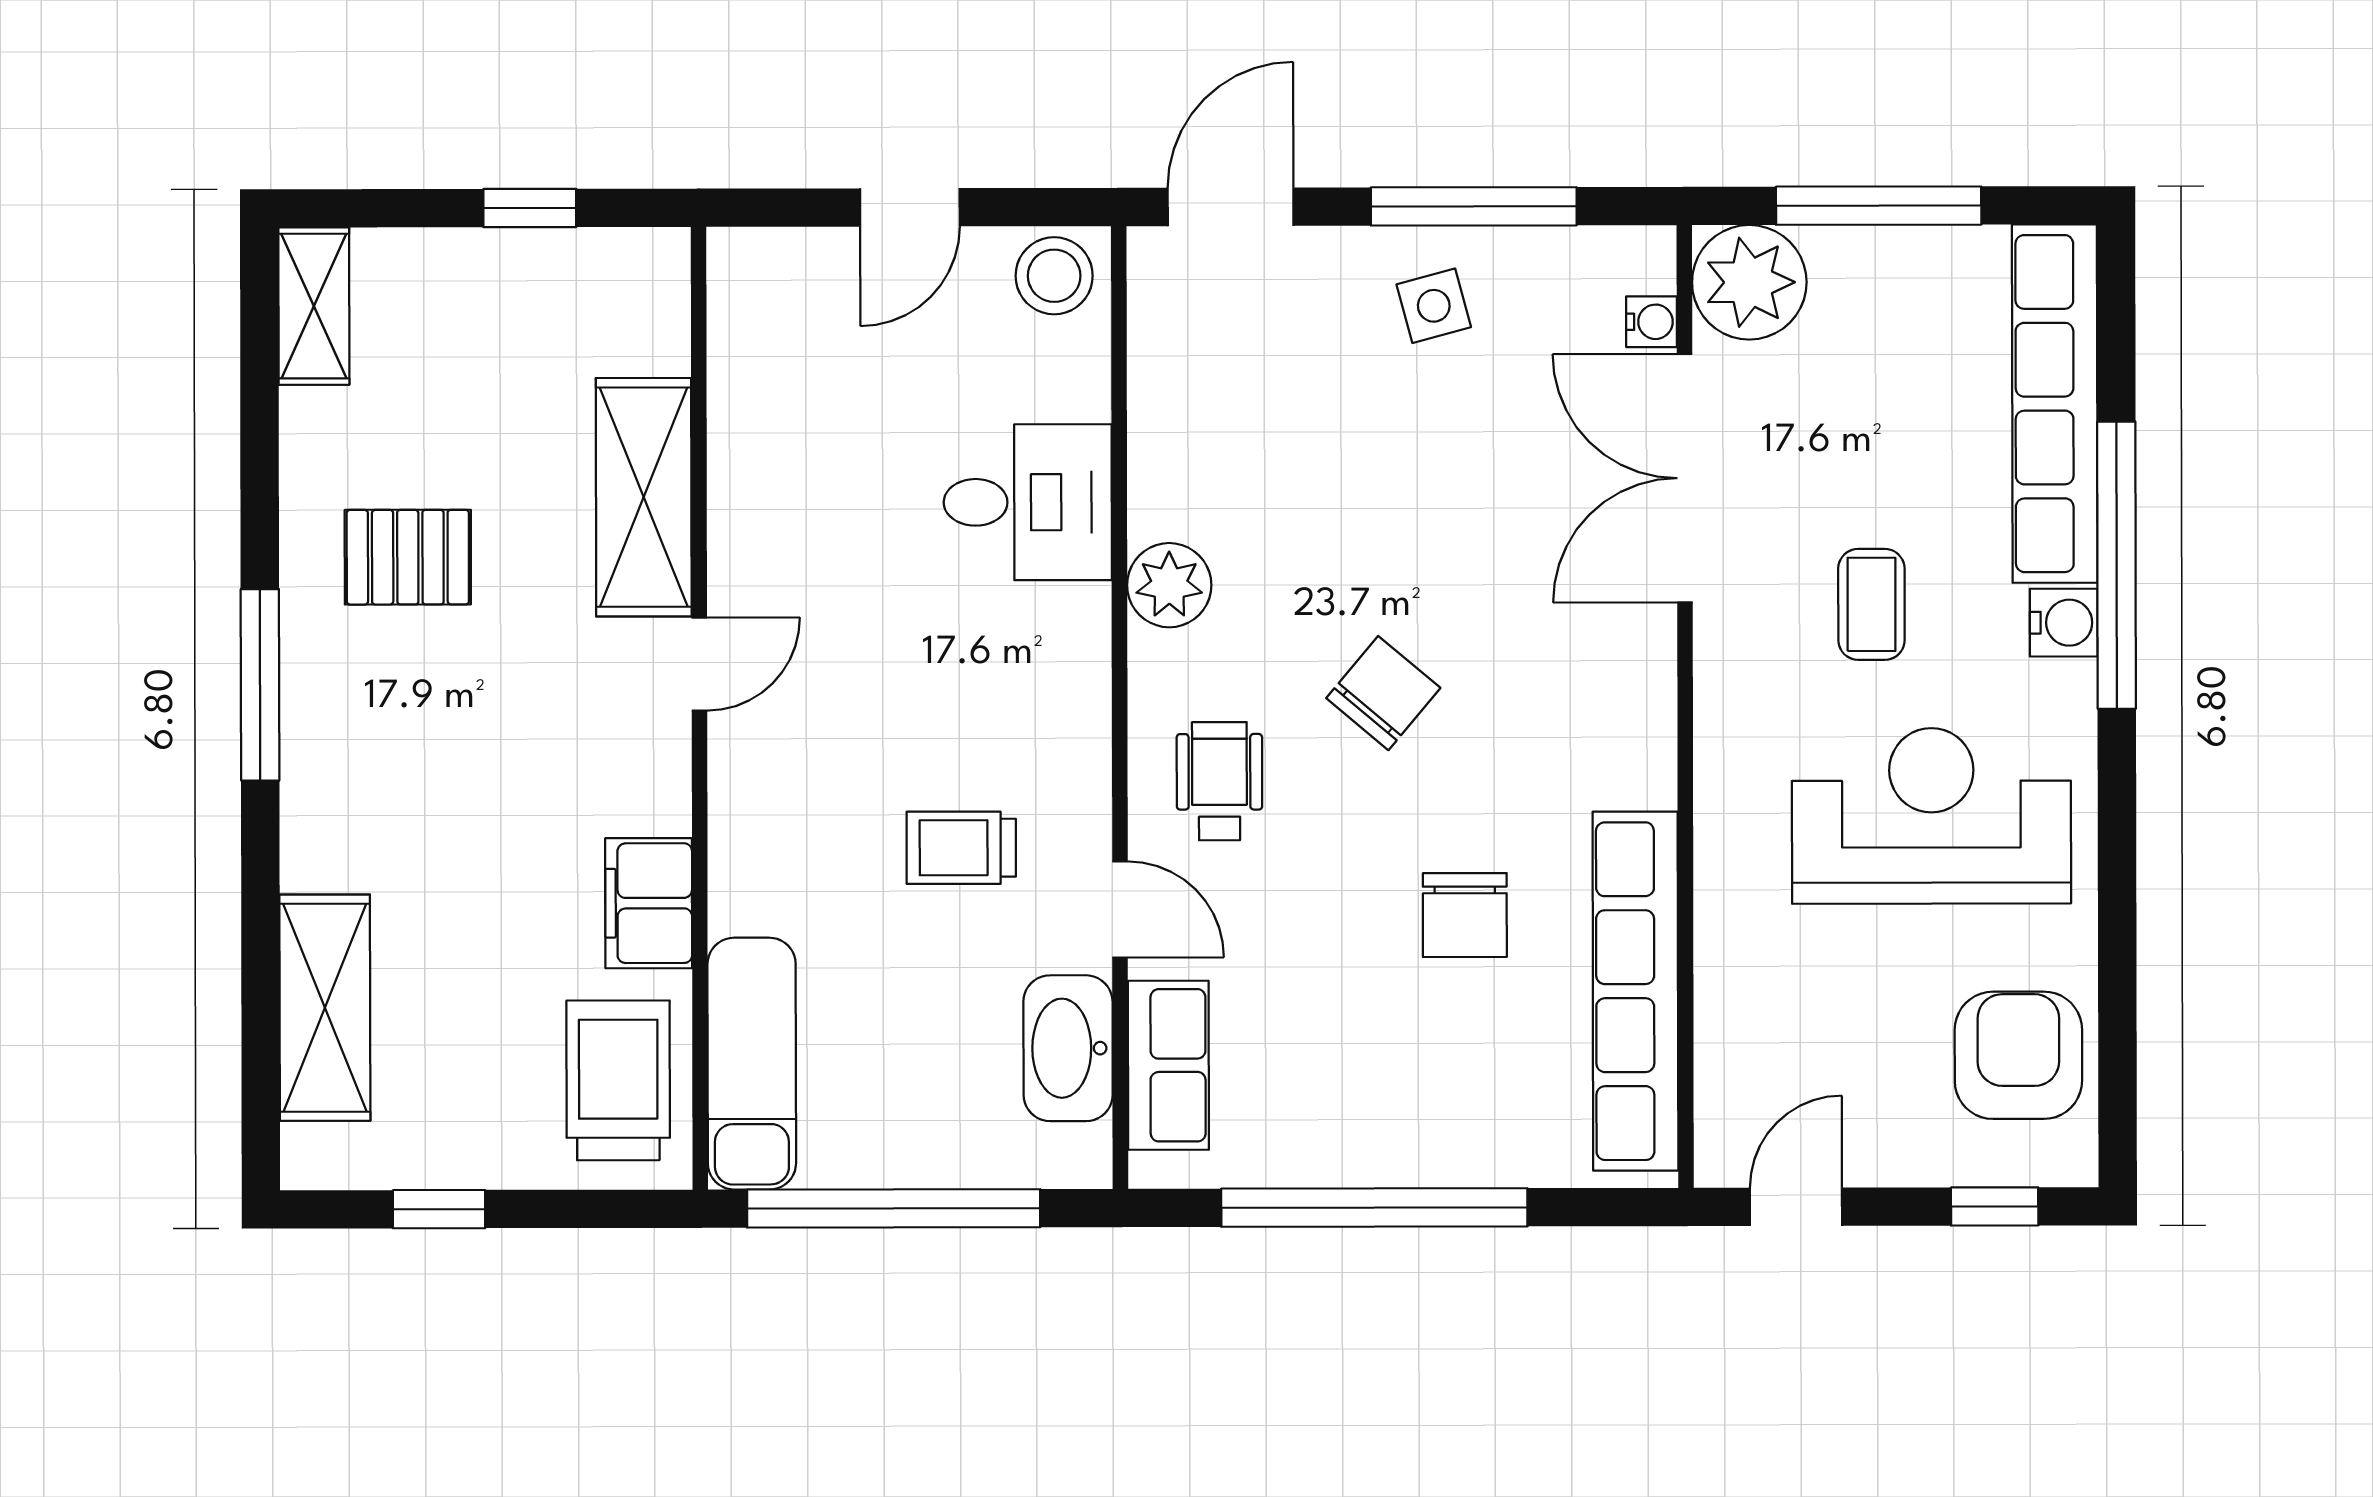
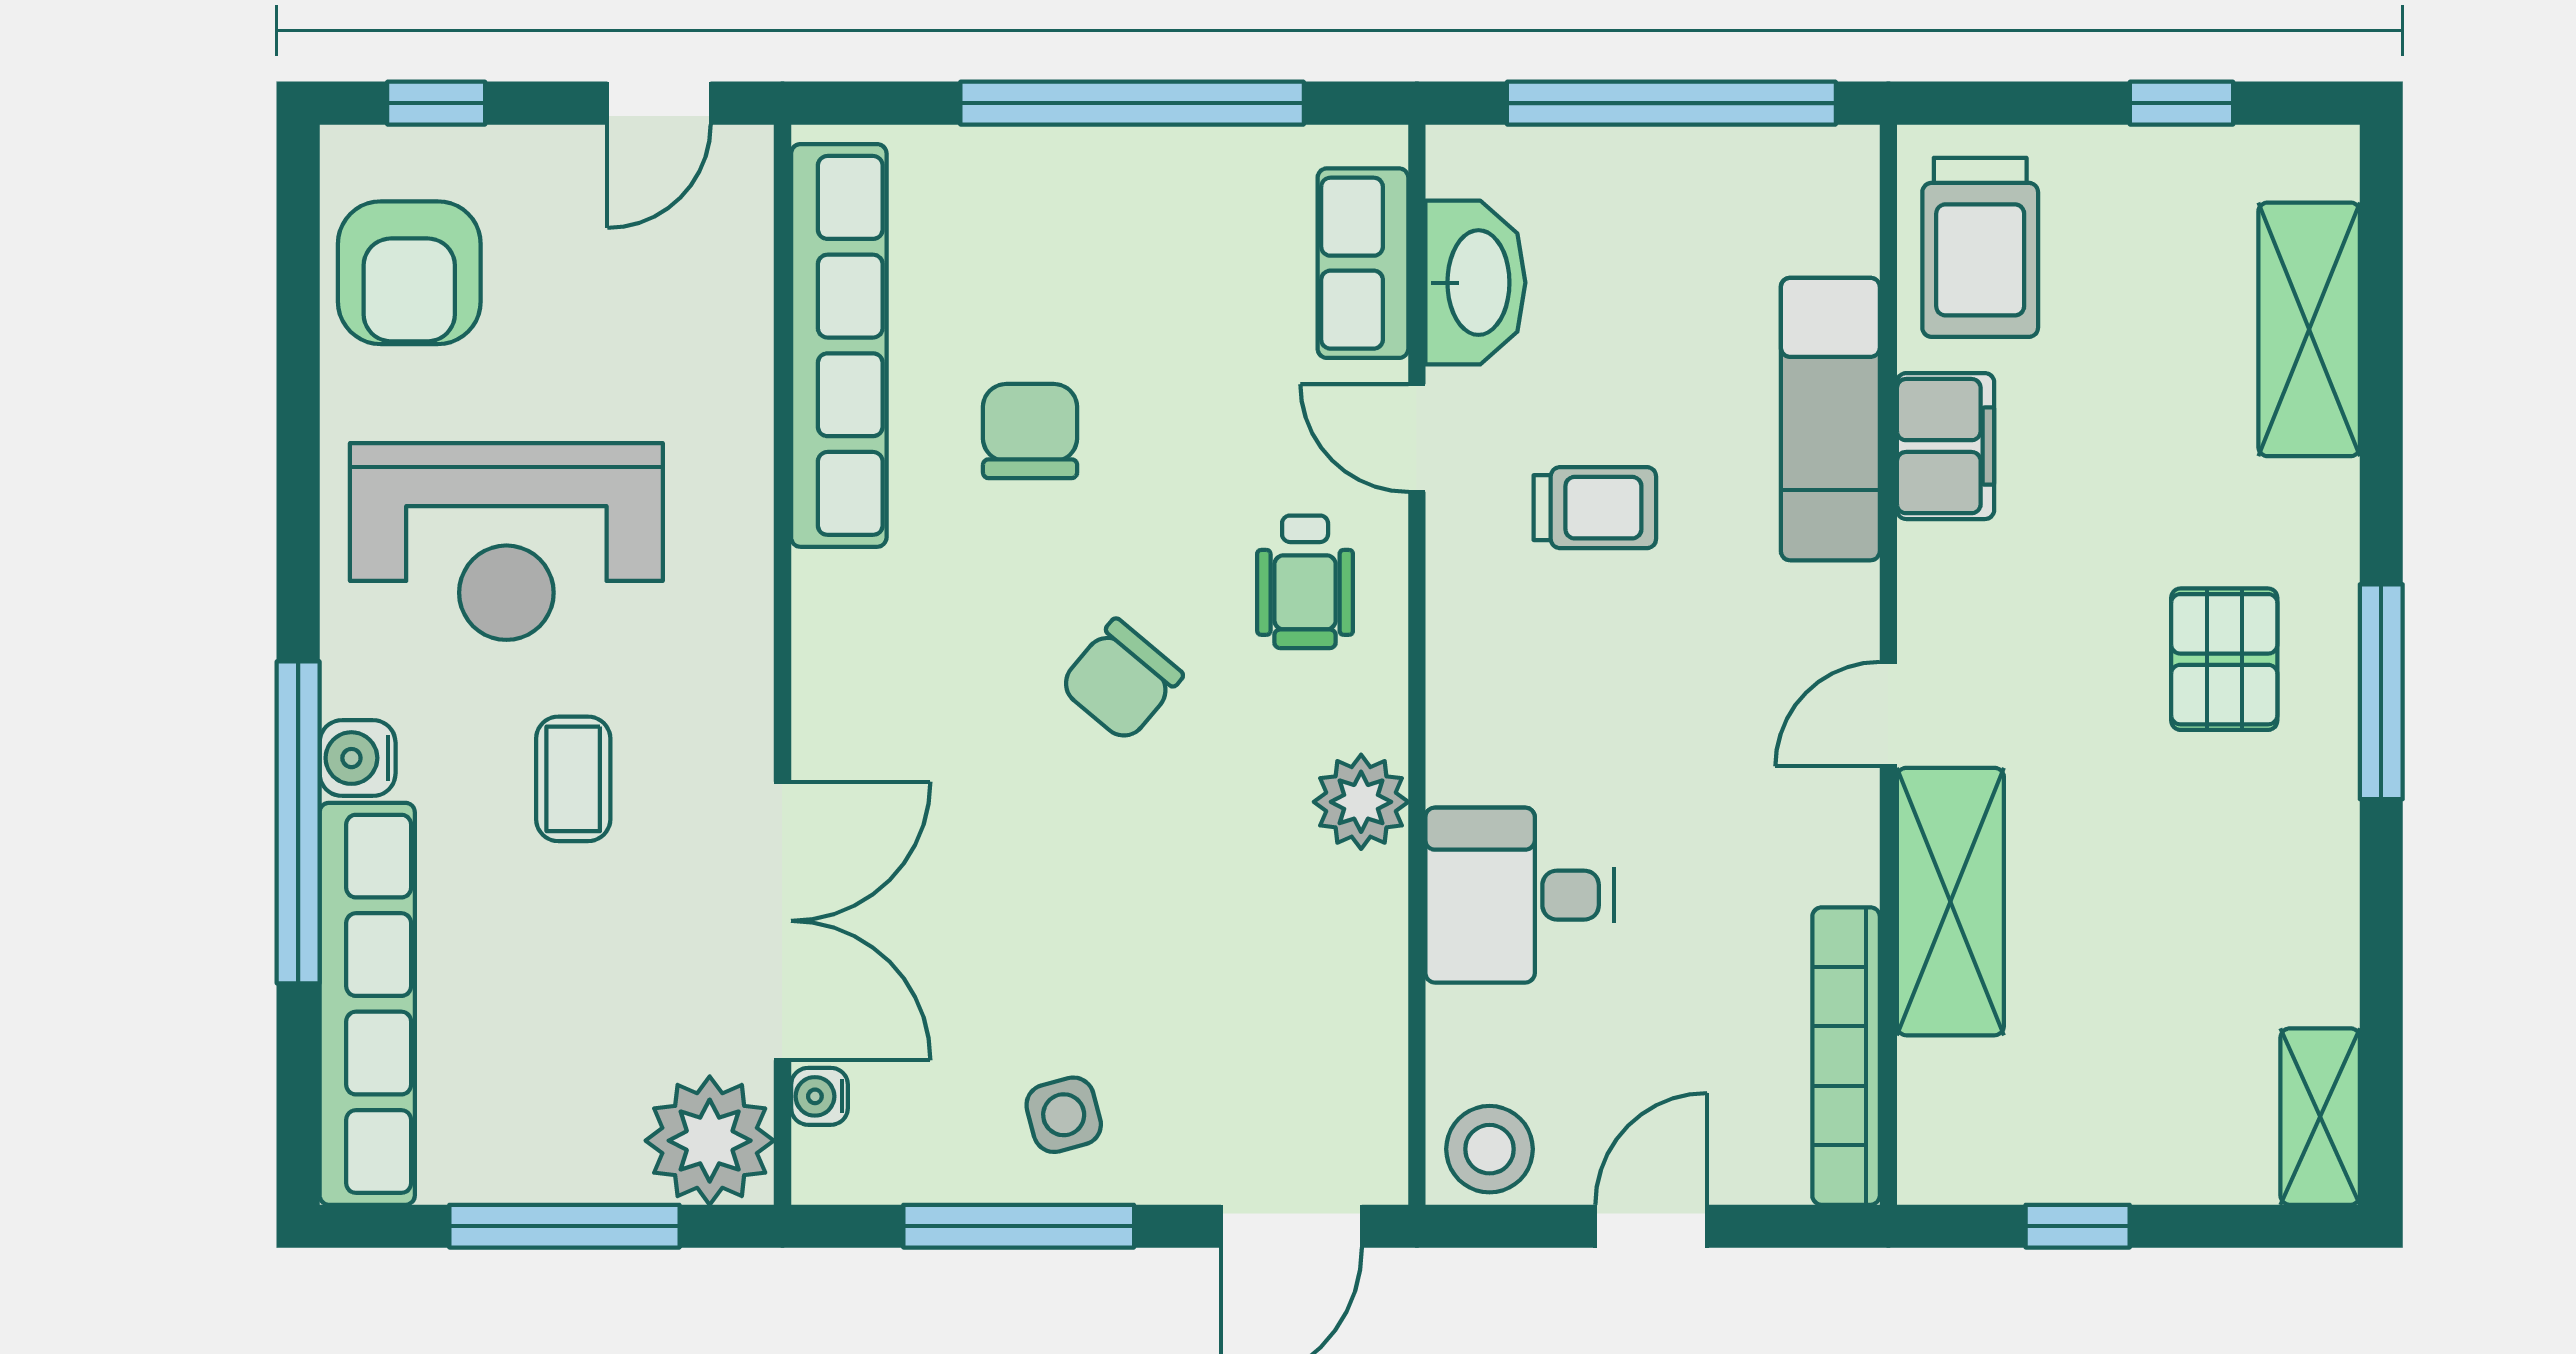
bookcase: (737, 359) -> (1846, 1056), added
pallet: (408, 557) -> (2224, 659), moved, turned 90
exam couch: (752, 1064) -> (1830, 419), moved

